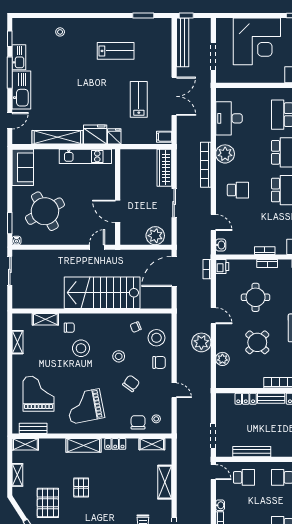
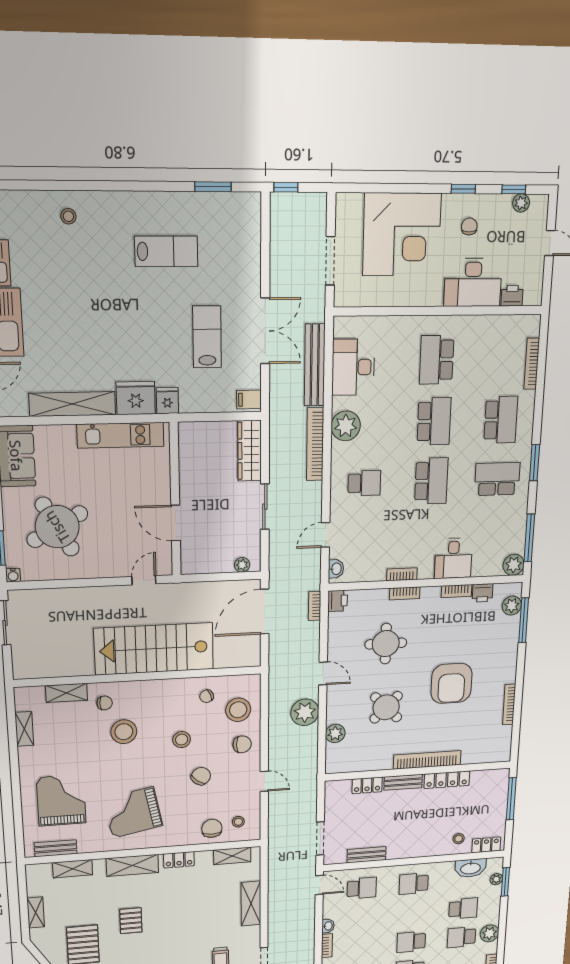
bench: (183, 42) -> (315, 365), moved
door: (213, 223) -> (325, 535), swing flipped
plant: (155, 236) -> (242, 565), width x0.53, depth x0.53
shelving: (25, 444) -> (73, 869), moved
bench: (252, 452) -> (367, 855), width x0.73

